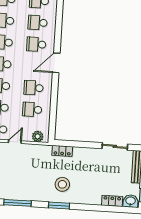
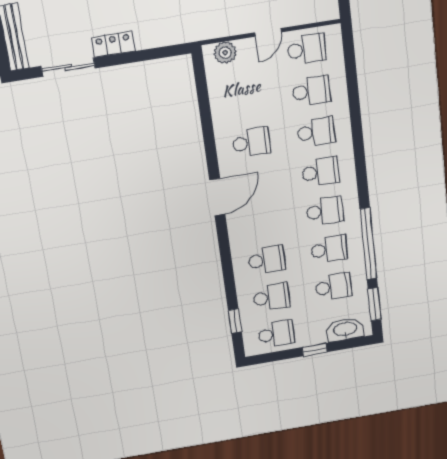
school desk: (36, 44) -> (262, 221), removed
school desk: (32, 109) -> (246, 101), removed
locker: (62, 151) -> (113, 44), moved

